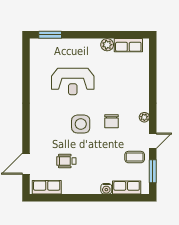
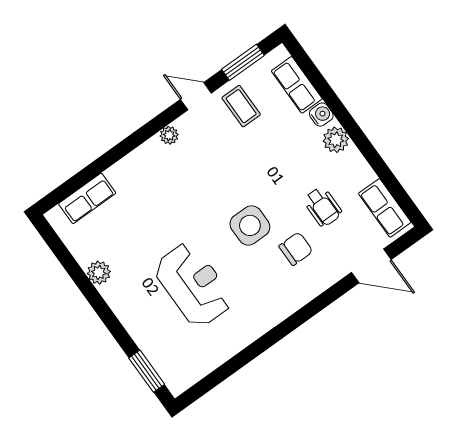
row of seats: (128, 45) -> (87, 198), moved, turned 90
chair: (111, 121) -> (296, 249), moved
plant: (91, 187) -> (336, 140), added

